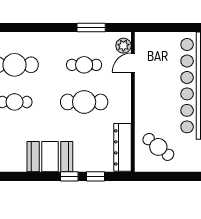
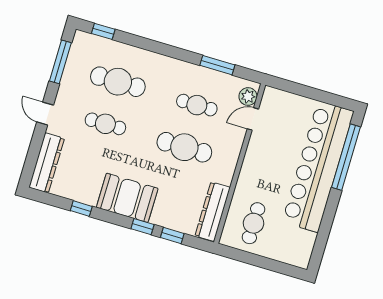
cafe table: (158, 147) -> (253, 223), turned 51
window: (15, 176) -> (81, 209), added

